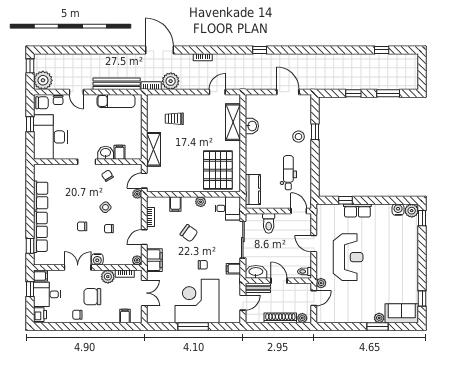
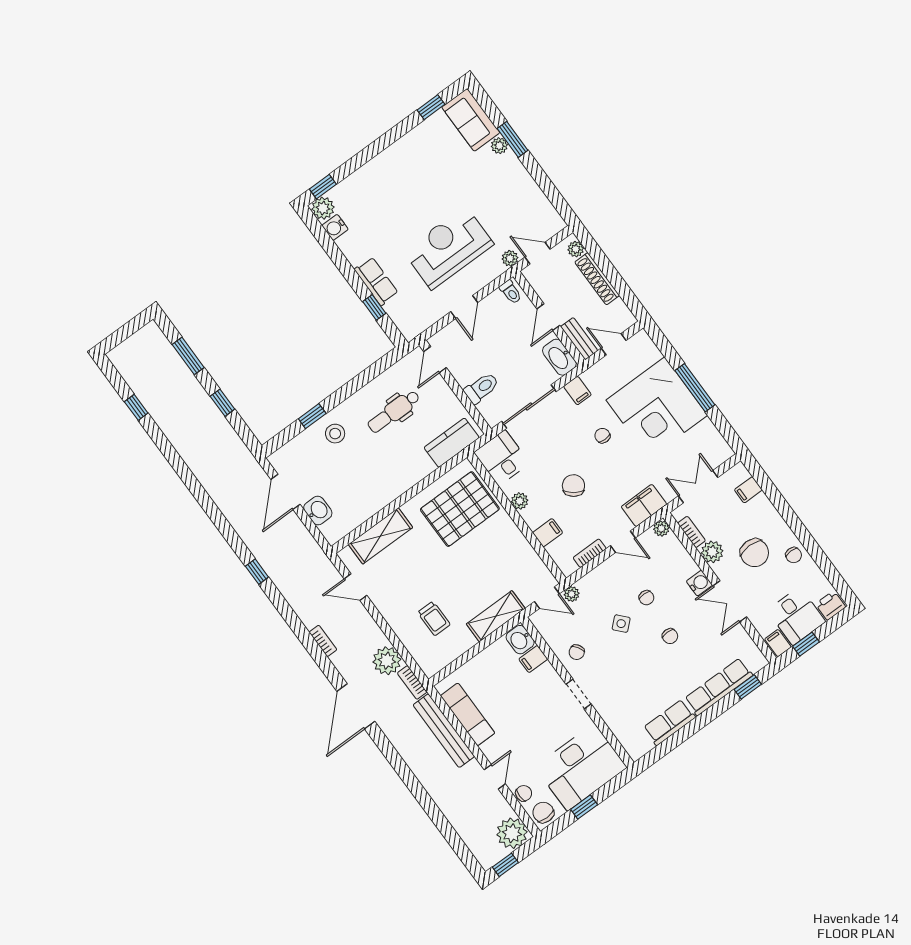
washbasin: (252, 126) -> (318, 510), moved, turned 90
washbasin: (106, 153) -> (520, 640), moved

